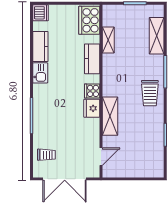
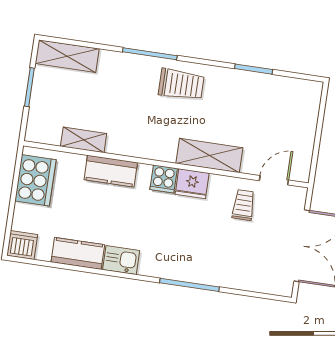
cooker: (89, 20) -> (35, 180), moved, turned -90
shelving: (157, 36) -> (67, 56), moved
trolley: (46, 155) -> (244, 205), moved
door: (101, 157) -> (274, 180), hinge flipped

